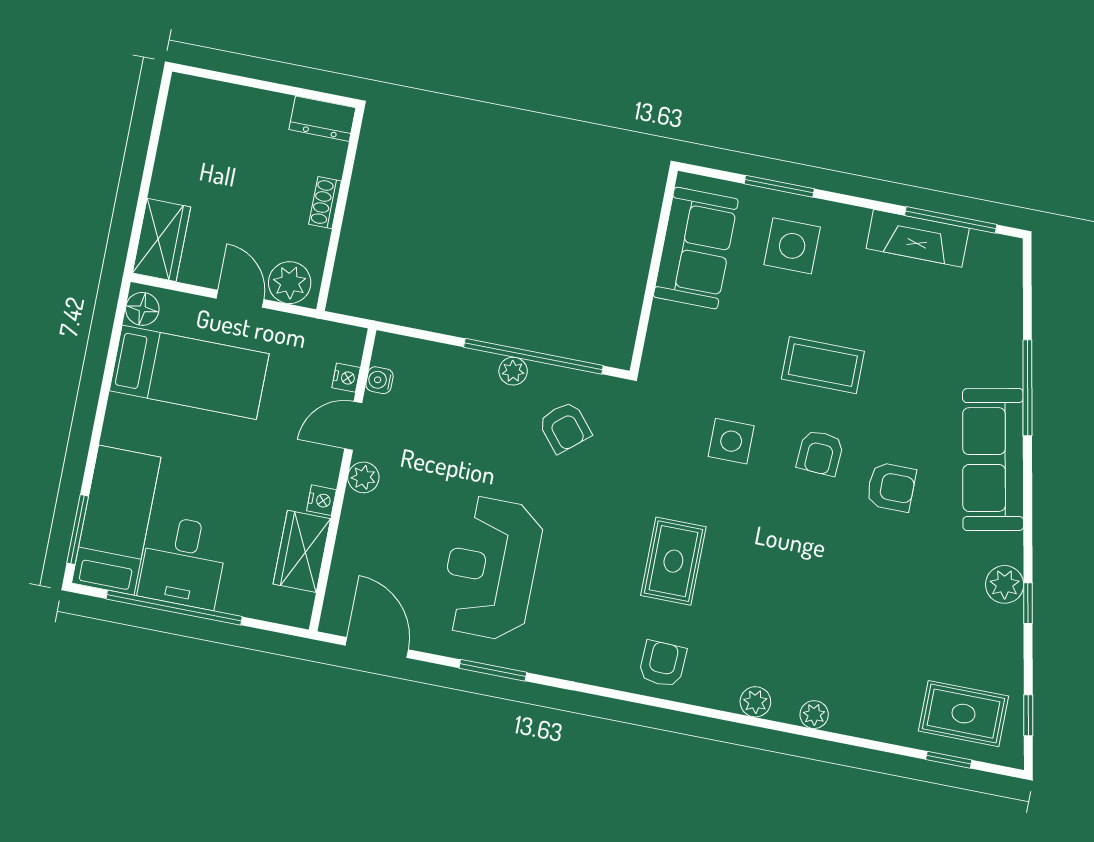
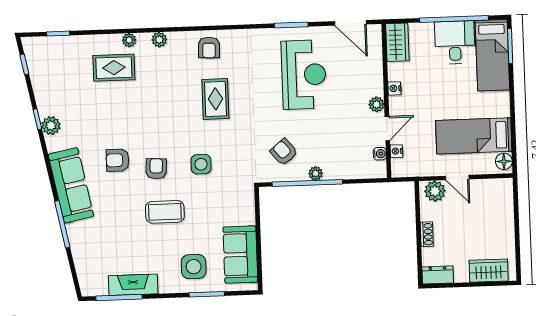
wardrobe: (161, 240) -> (489, 271), moved, turned 90
wardrobe: (302, 551) -> (397, 42), moved
rug: (963, 714) -> (114, 68), moved

